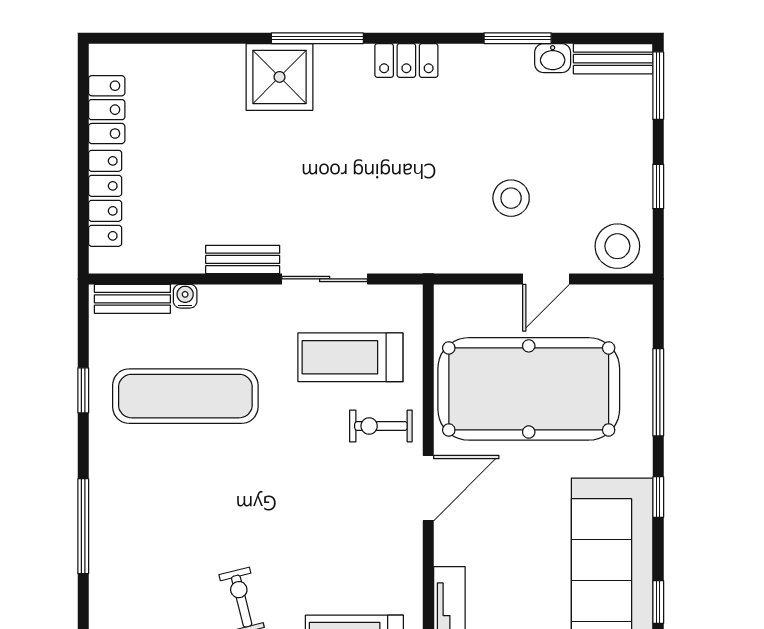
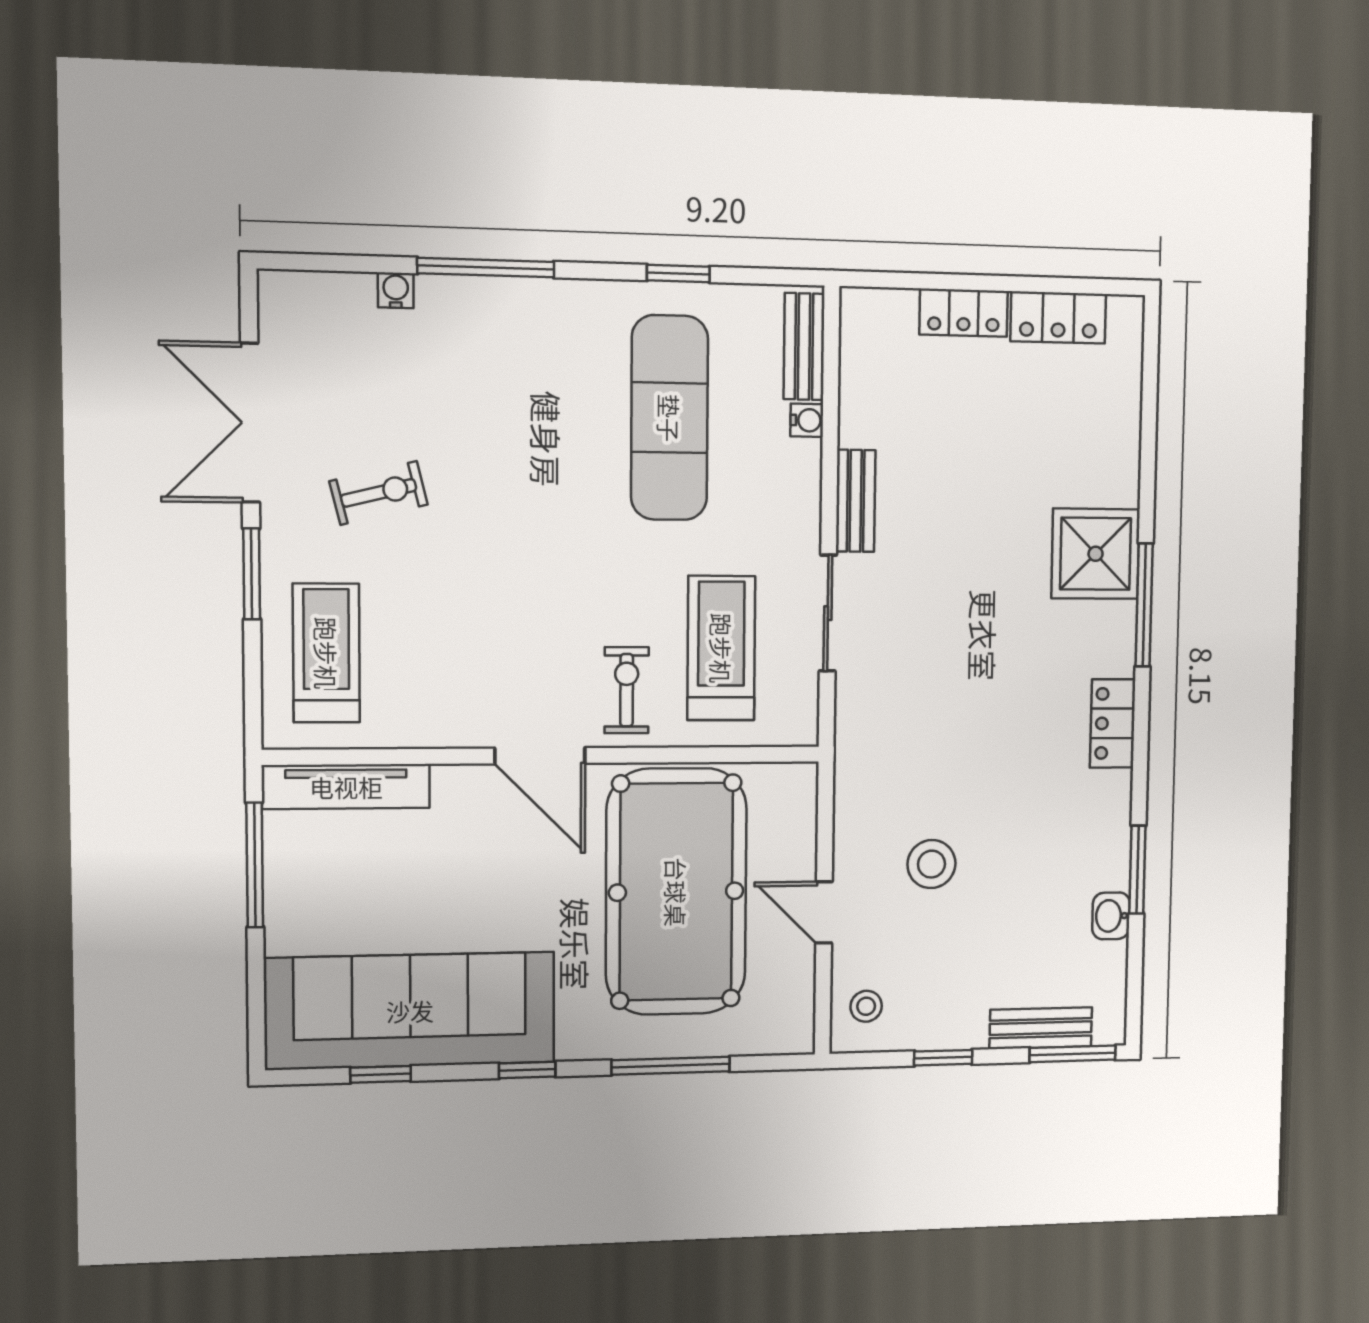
bench: (613, 59) -> (1041, 1028), moved, turned 90
locker: (105, 198) -> (964, 313), width x0.66
stool: (617, 246) -> (866, 1006), width x0.53, depth x0.53
water cooler: (101, 589) -> (396, 290), added

